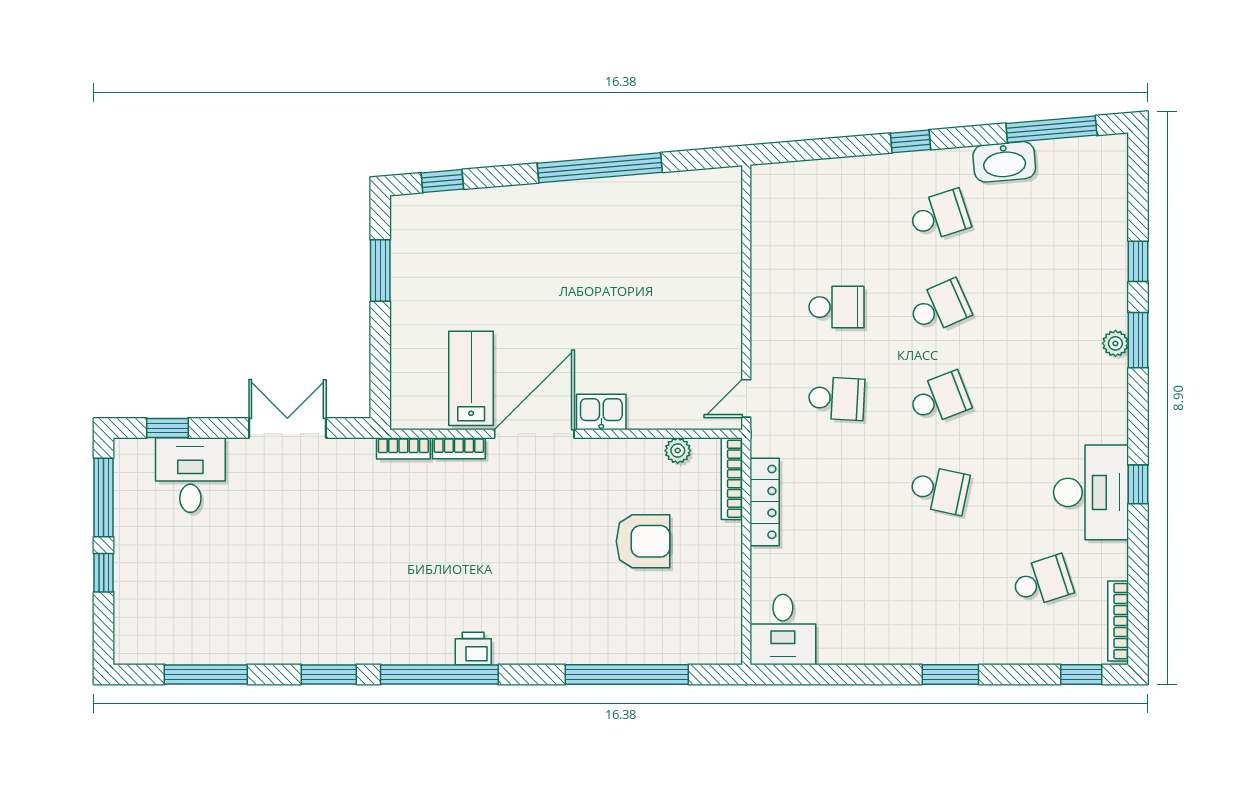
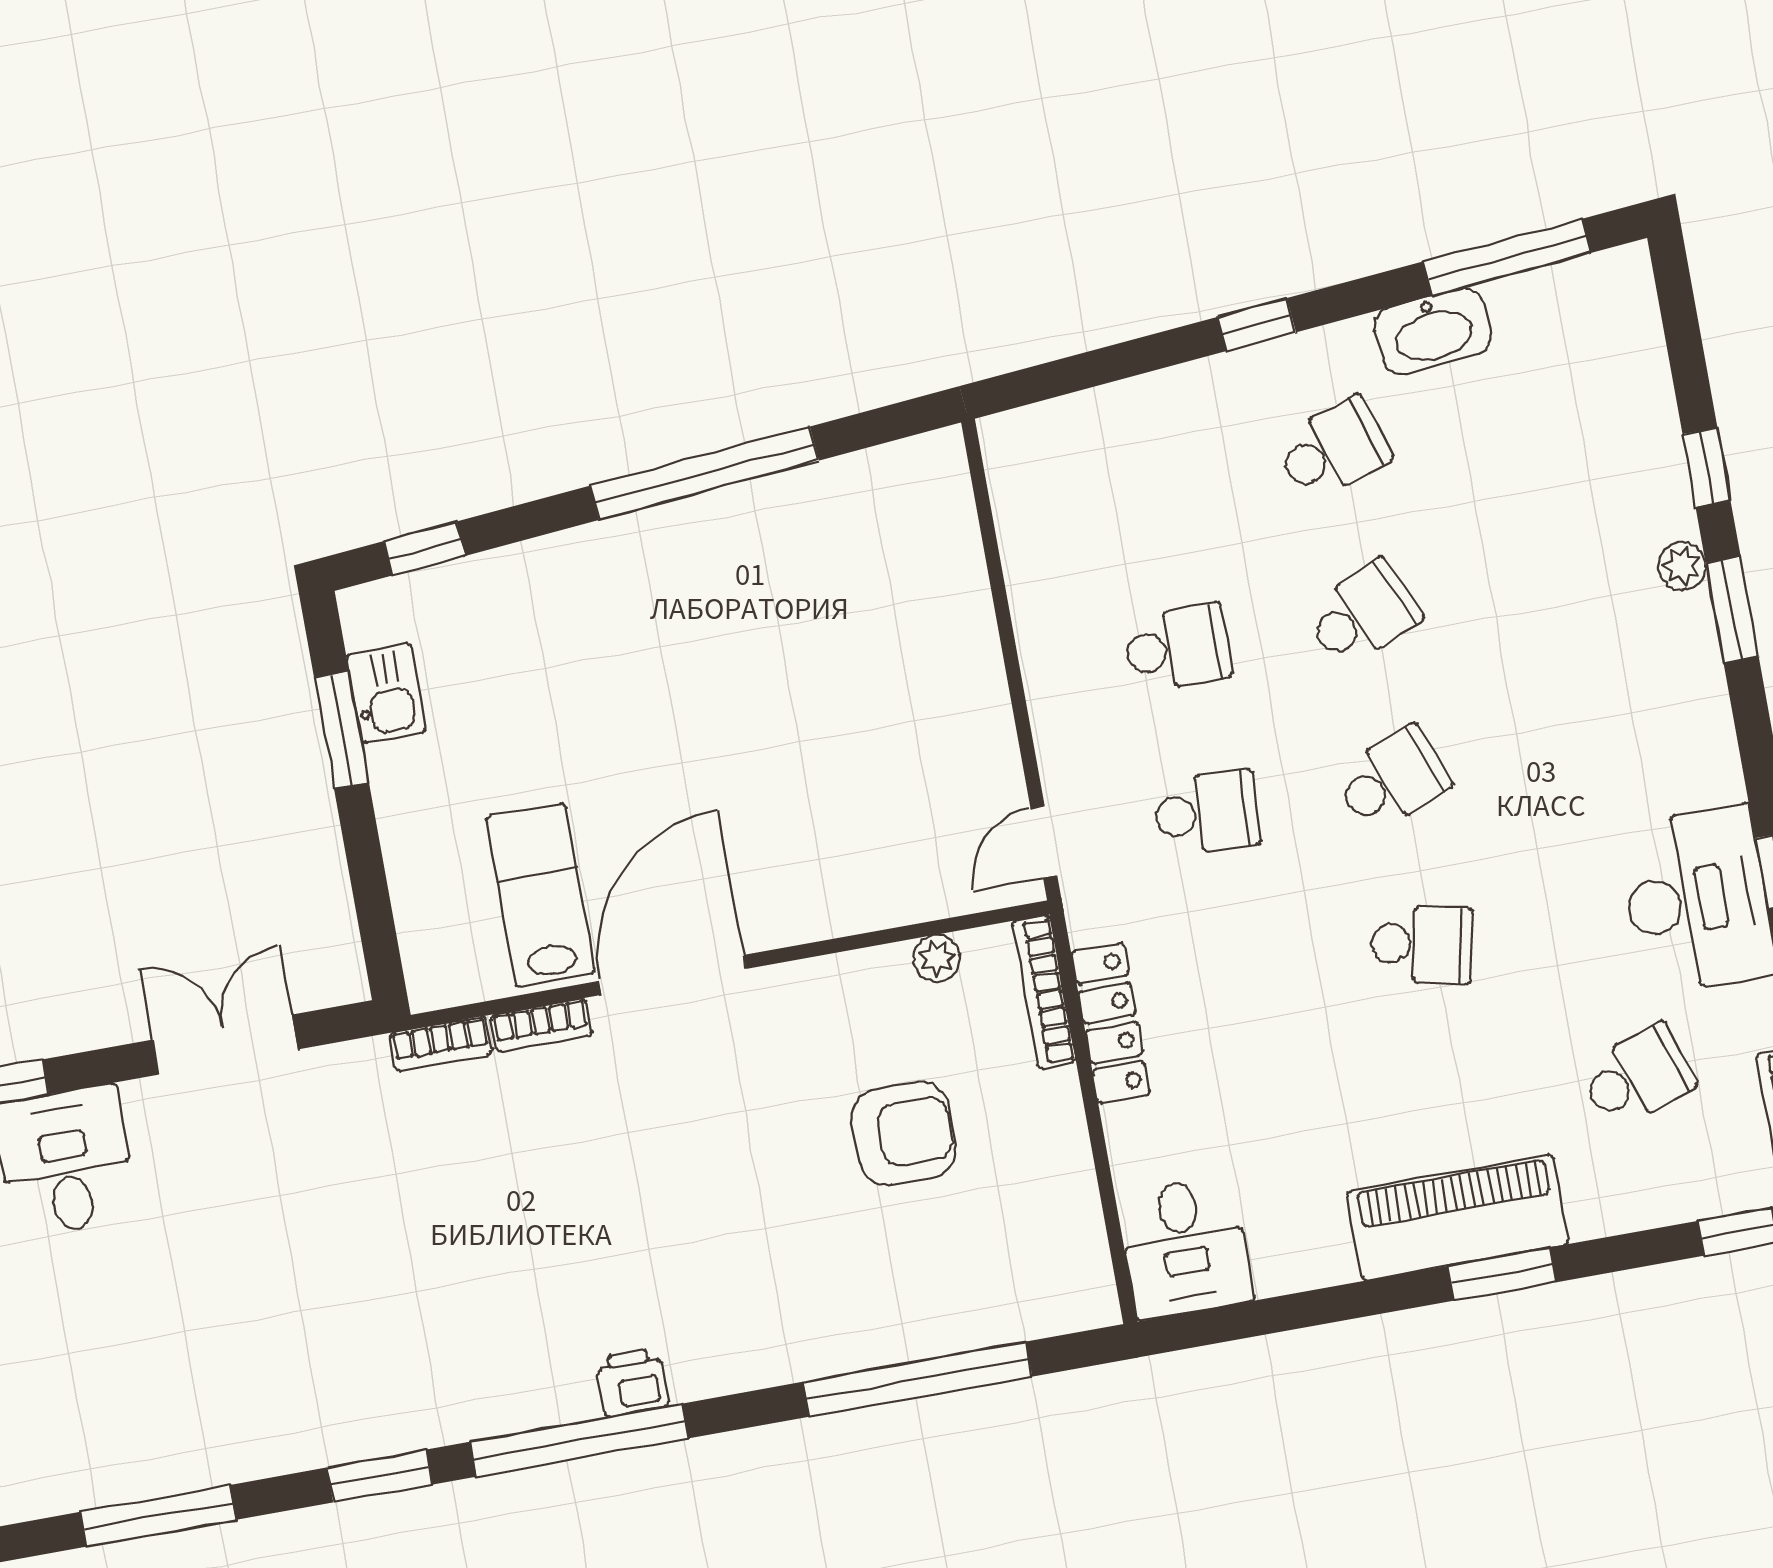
plant: (1115, 343) -> (1682, 566), moved
kitchen sink: (601, 412) -> (386, 693), moved, turned 90
piano: (932, 640) -> (1458, 1218), added

